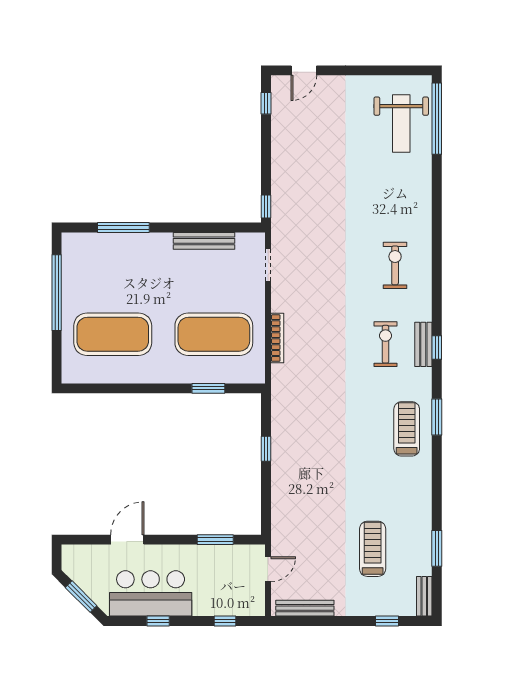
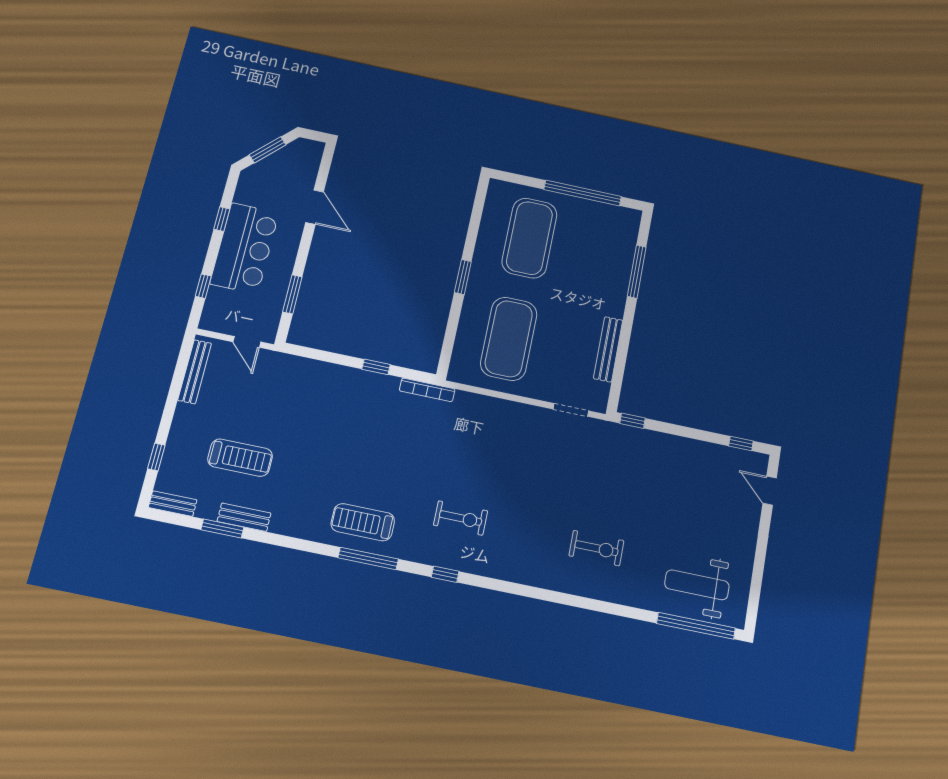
exercise bike: (395, 265) -> (596, 548), moved
bookcase: (277, 338) -> (427, 390), moved
bench: (423, 344) -> (244, 517), moved
window: (208, 388) -> (463, 277), moved
window: (437, 417) -> (368, 558), width x1.44
treadmill: (407, 429) -> (363, 522), turned 180
bar counter: (151, 593) -> (245, 248), moved

